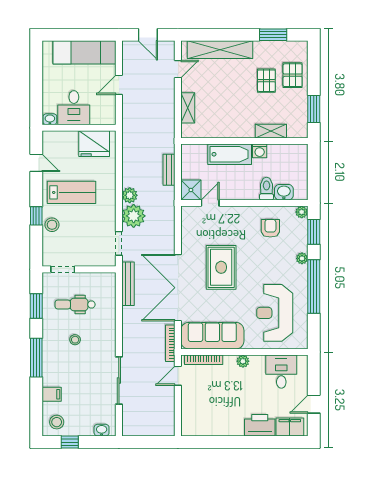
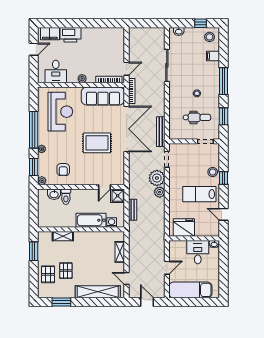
door: (178, 69) -> (127, 278), hinge flipped
washing machine: (260, 151) -> (112, 222), moved
rug: (221, 267) -> (97, 143), turned 90

